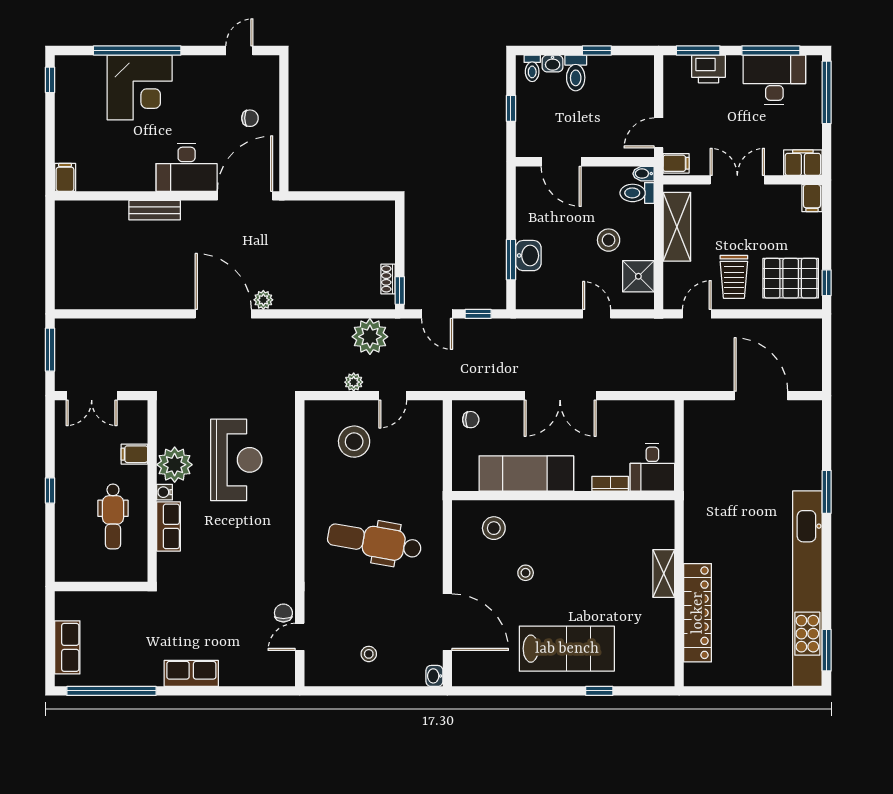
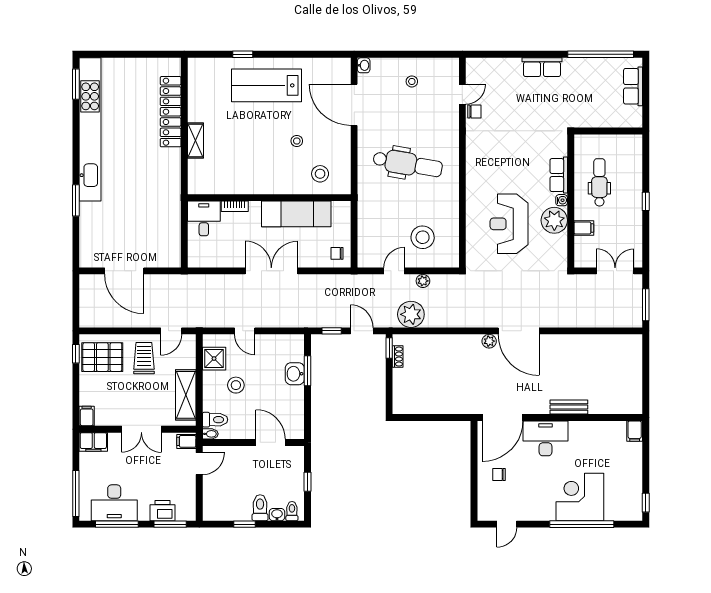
chair: (283, 613) -> (474, 112), turned -90

